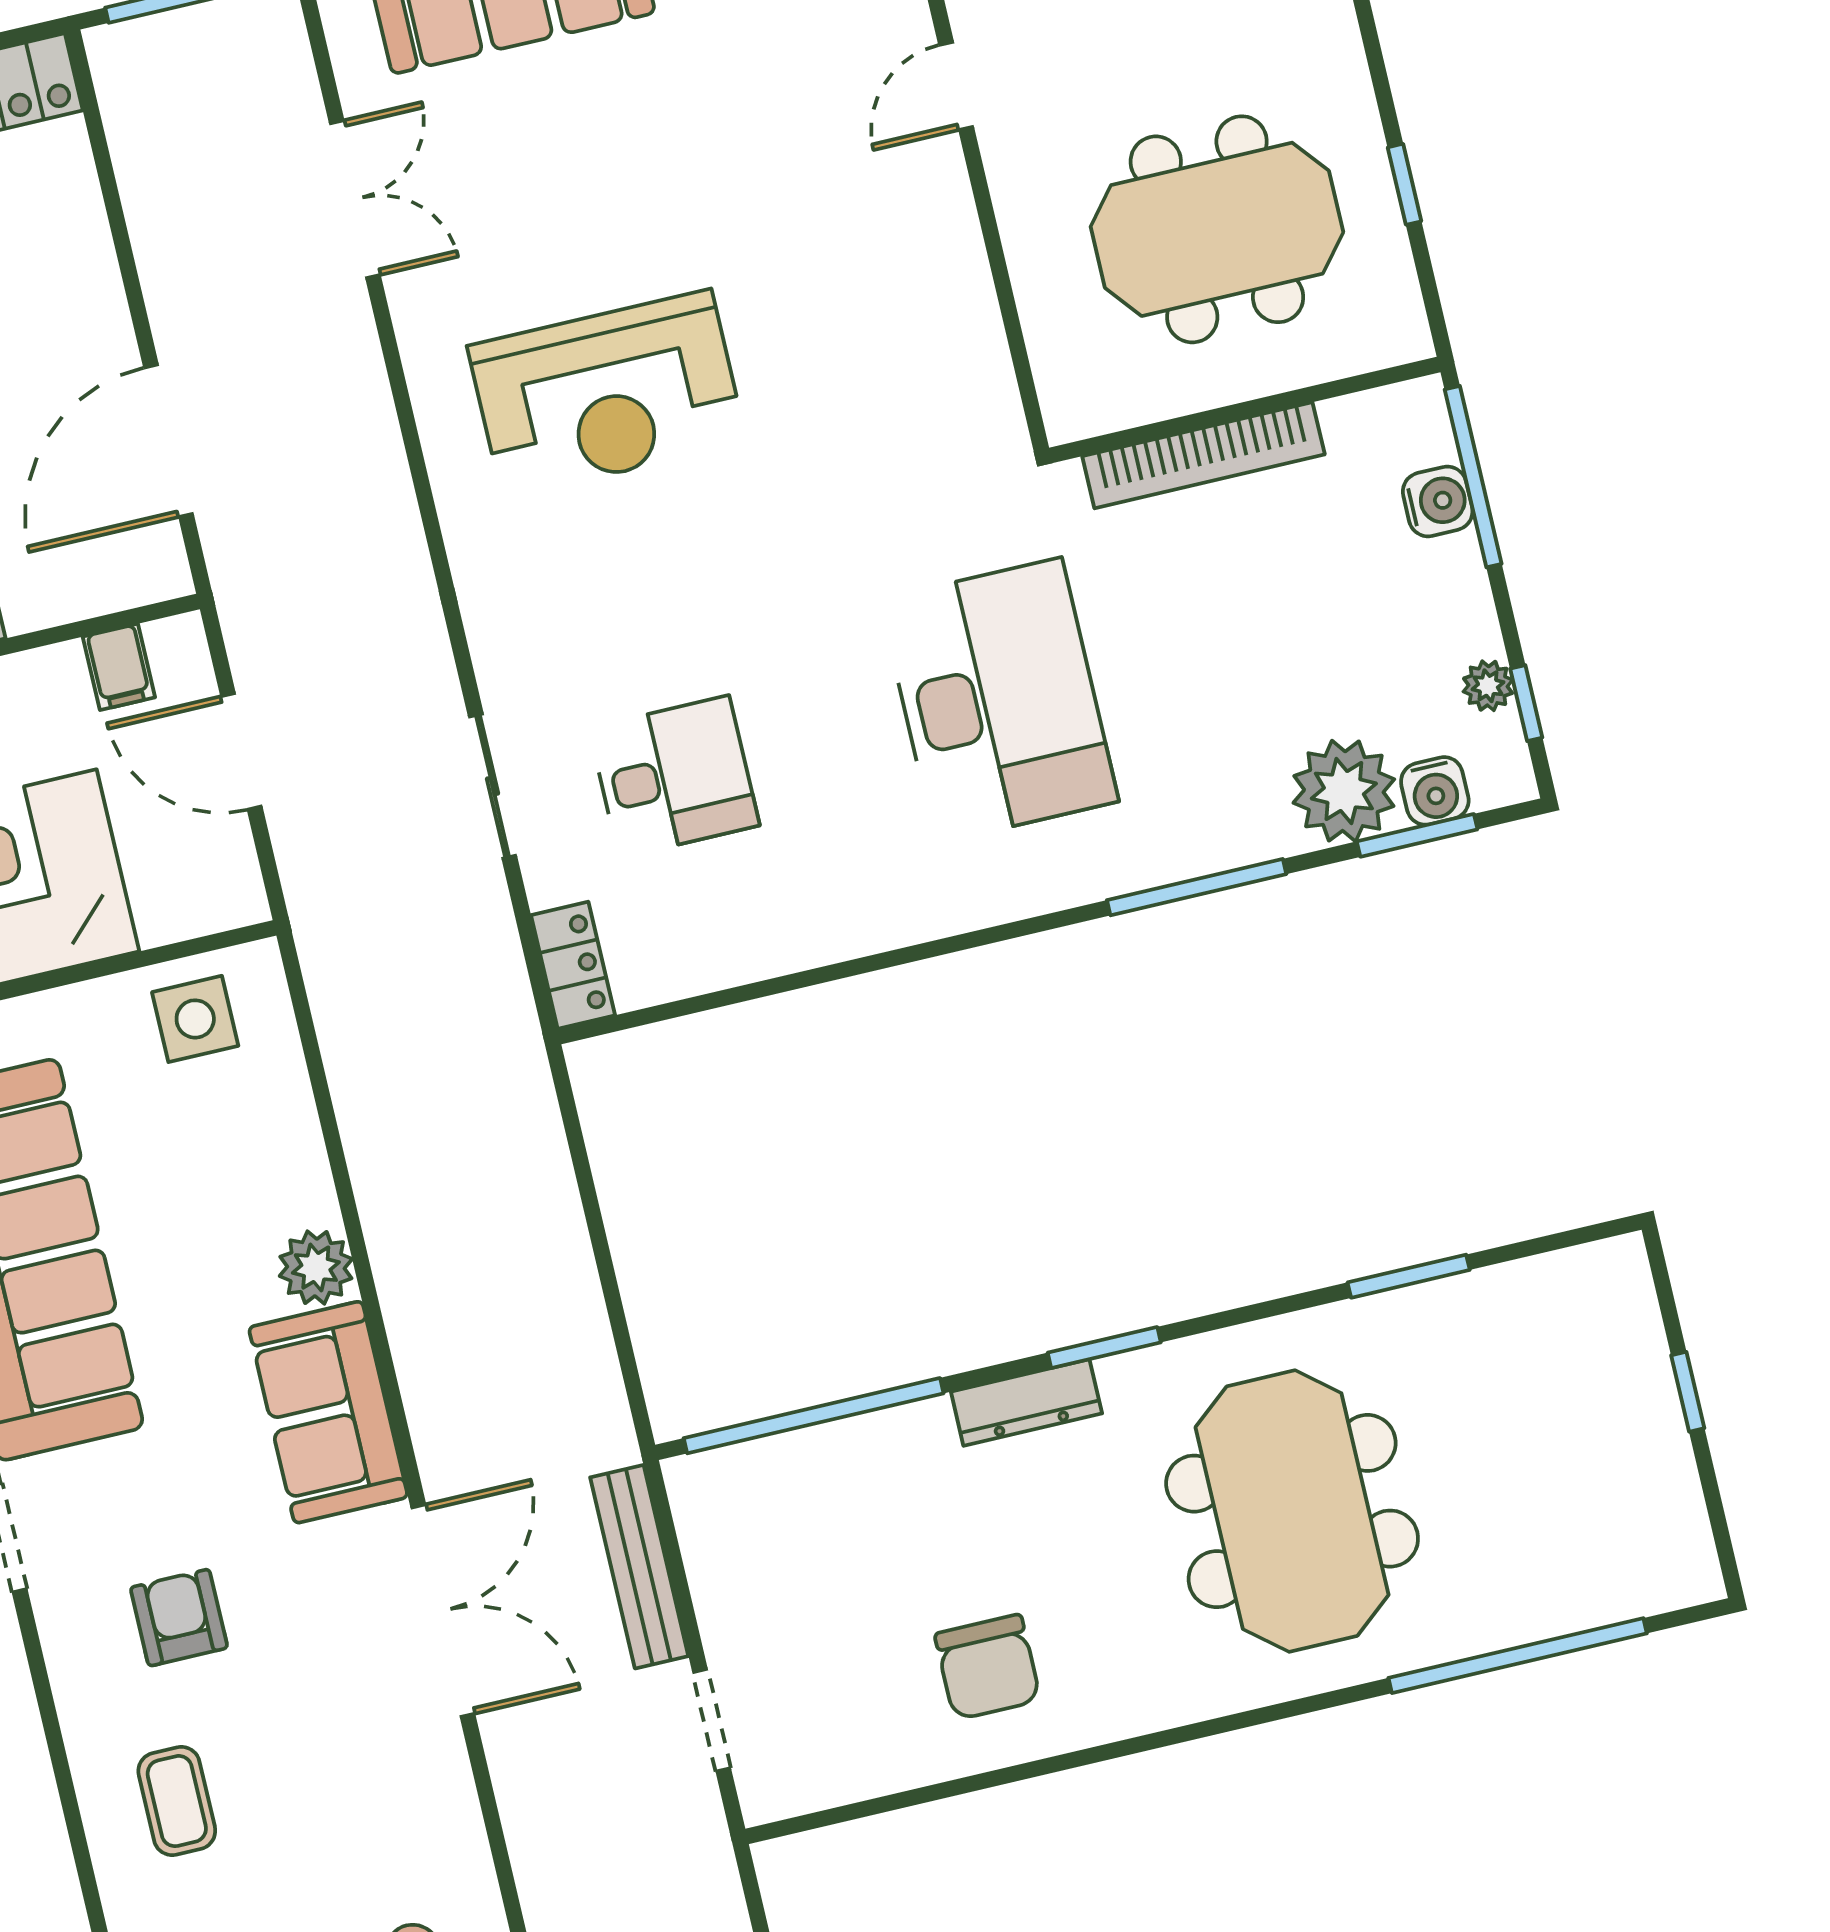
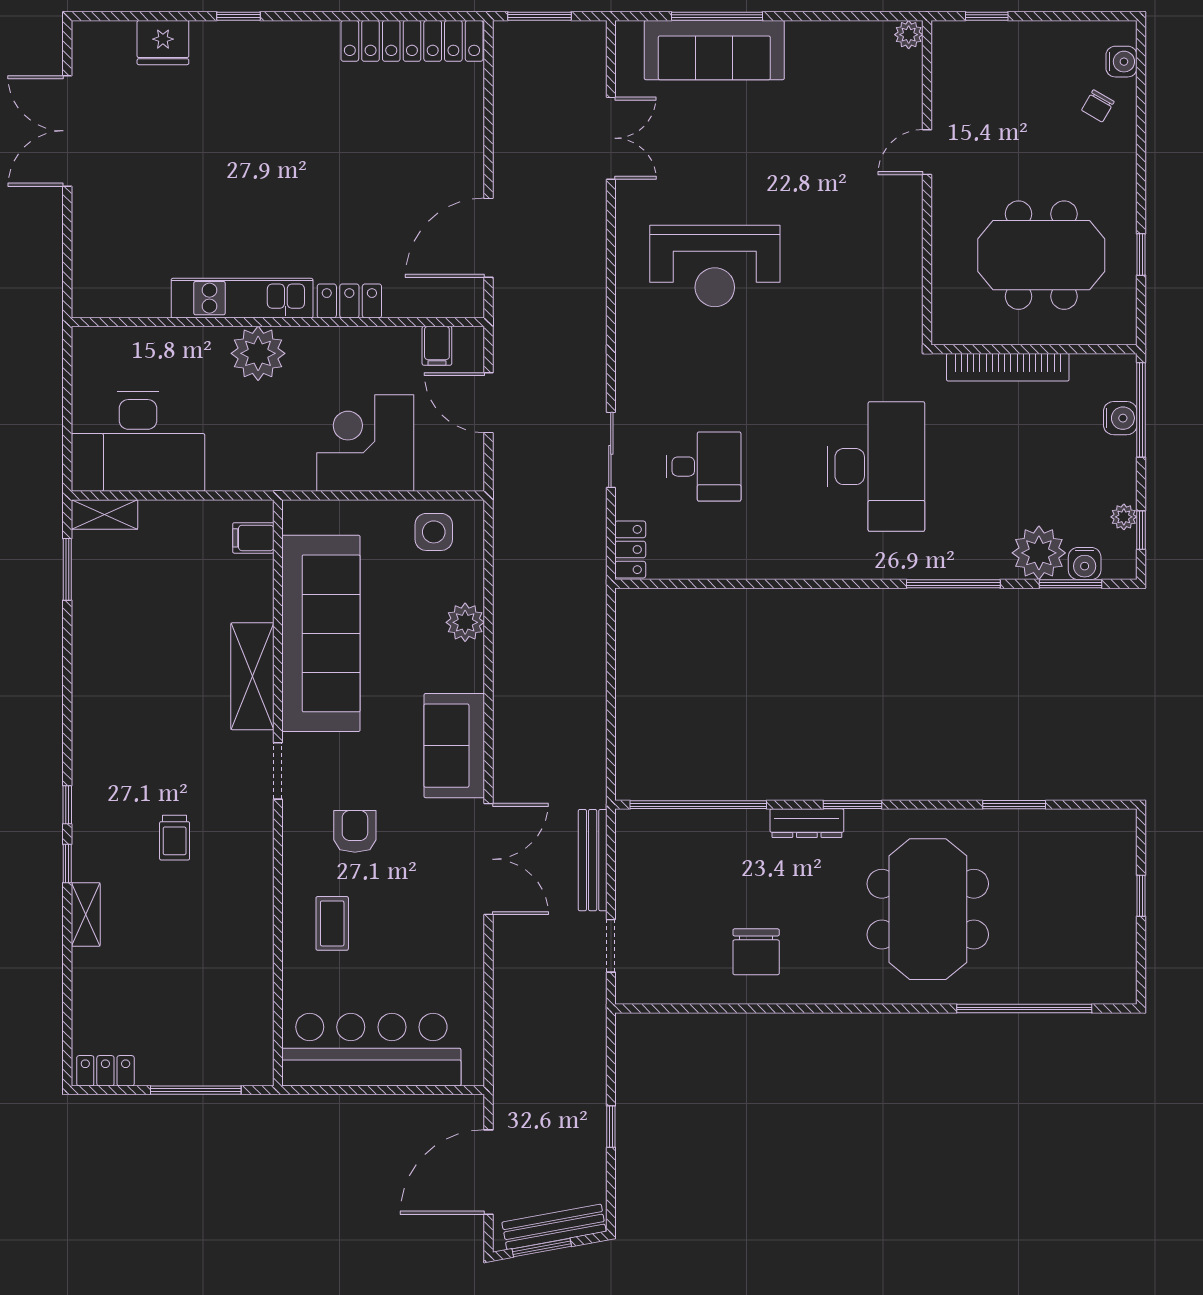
plant: (316, 1268) -> (465, 622), moved

